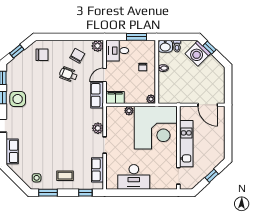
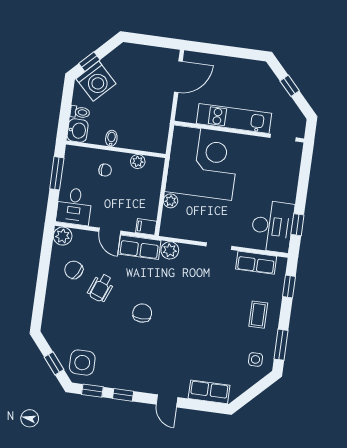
chair: (42, 55) -> (142, 313), moved
filing cabinet: (115, 98) -> (146, 227), width x0.50
side table: (18, 99) -> (82, 363), moved
plant: (151, 99) -> (138, 162), moved
plant: (98, 128) -> (170, 250), moved
desk: (134, 177) -> (272, 226), moved
window: (125, 193) -> (297, 225), added

